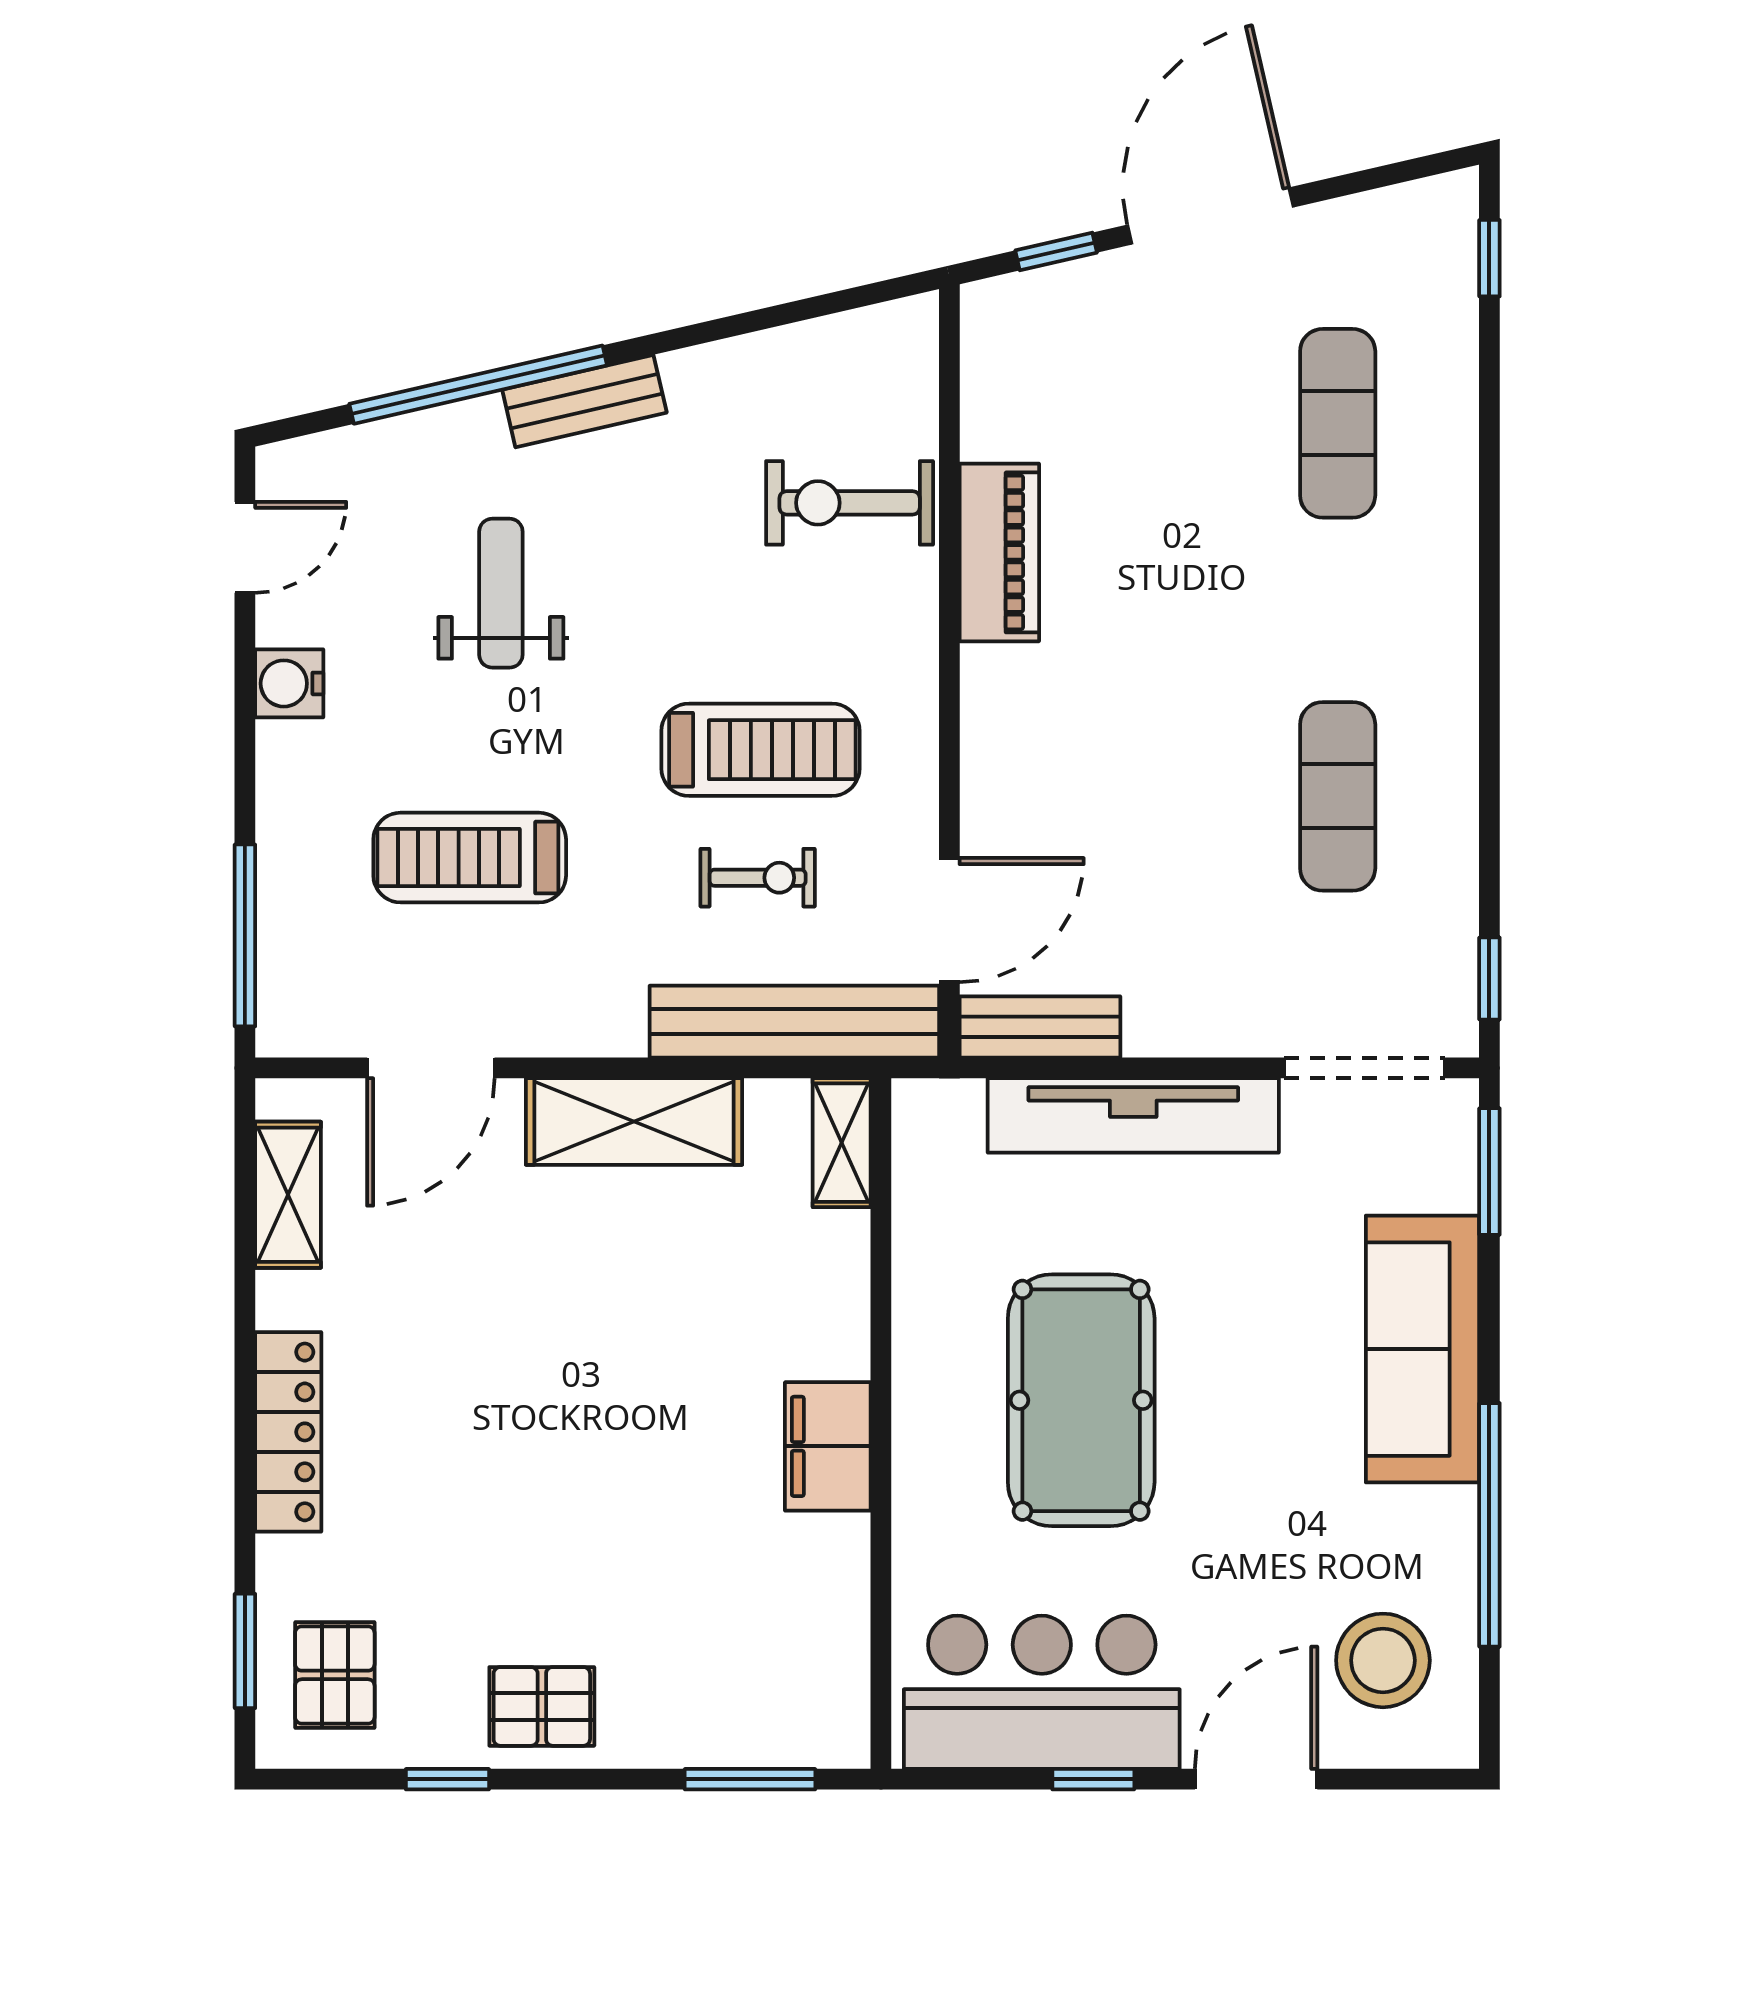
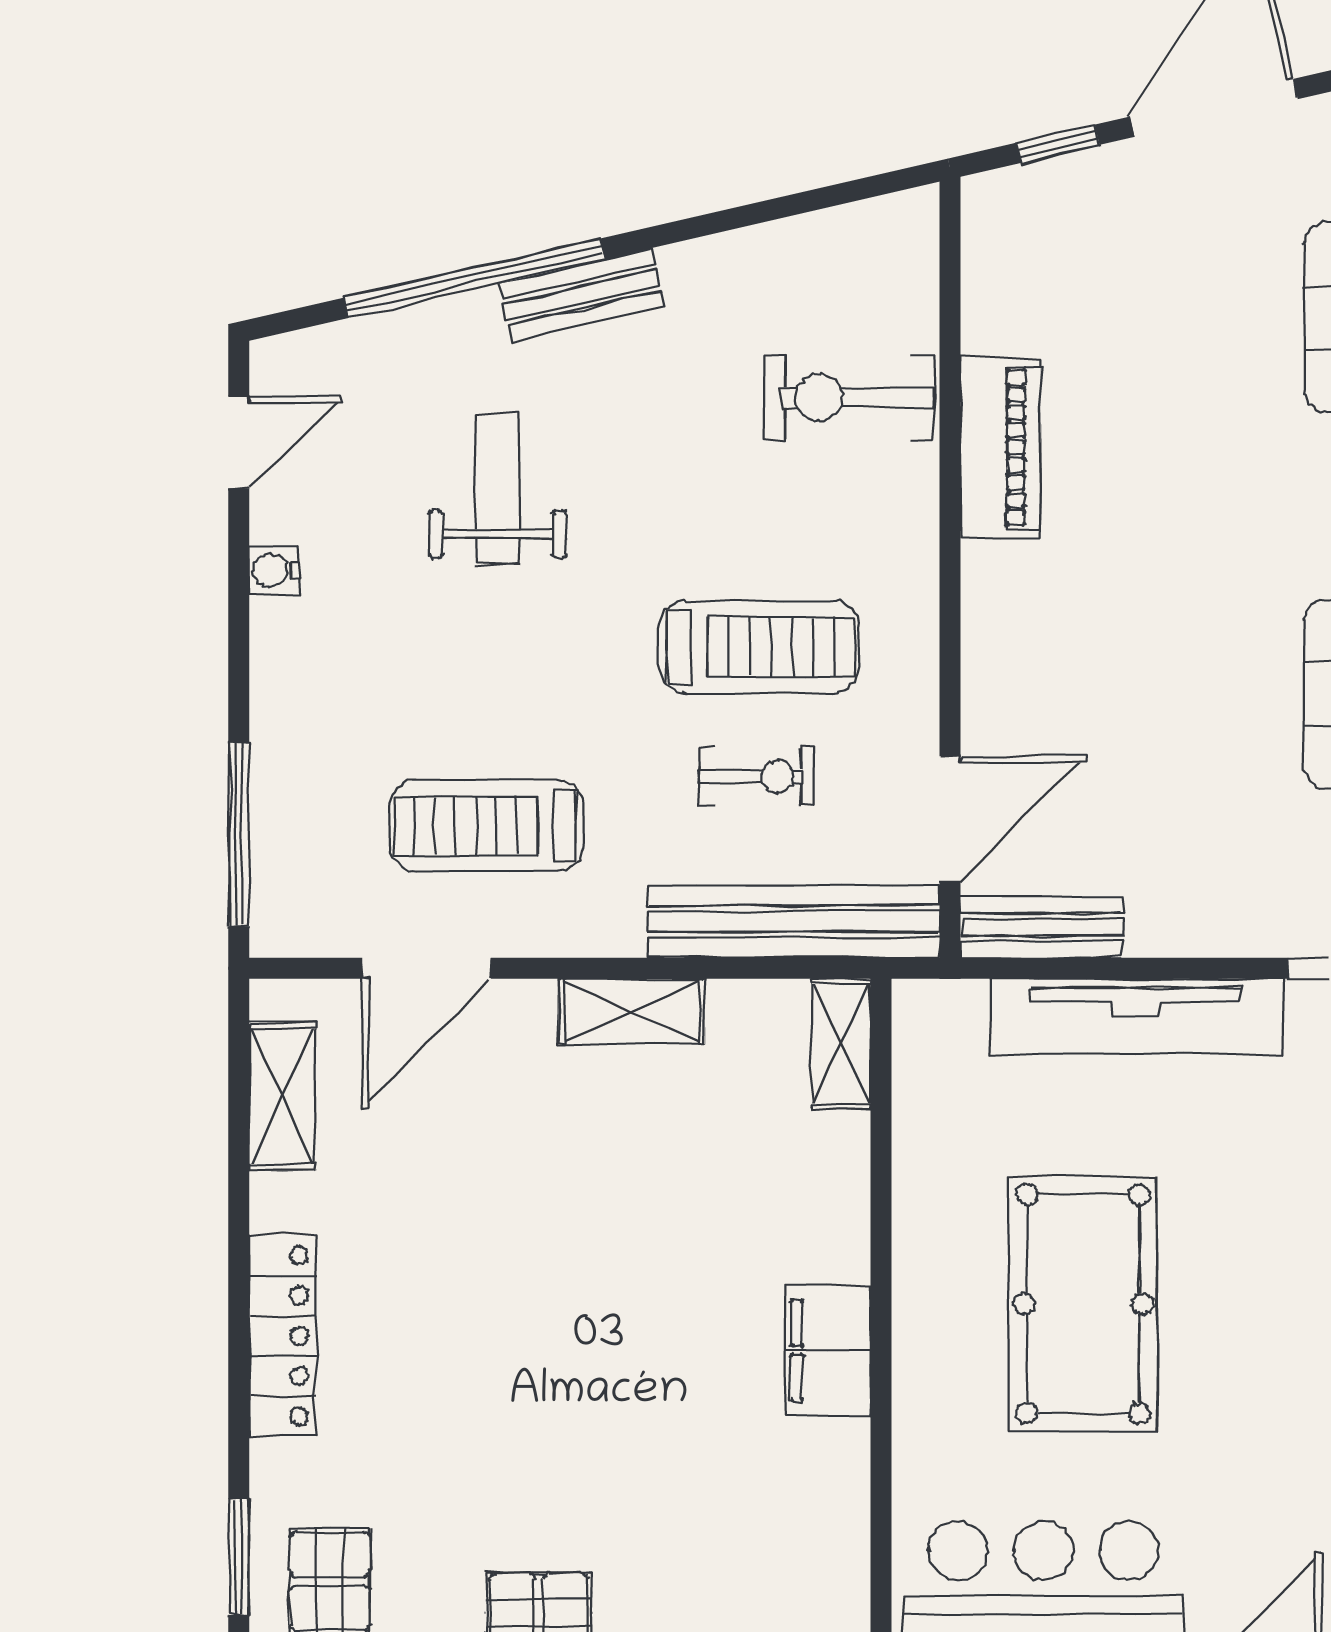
water cooler: (289, 683) -> (274, 570), width x0.72, depth x0.72
treadmill: (470, 858) -> (487, 826), moved
shelving: (634, 1122) -> (632, 1011), width x0.67, depth x0.75

